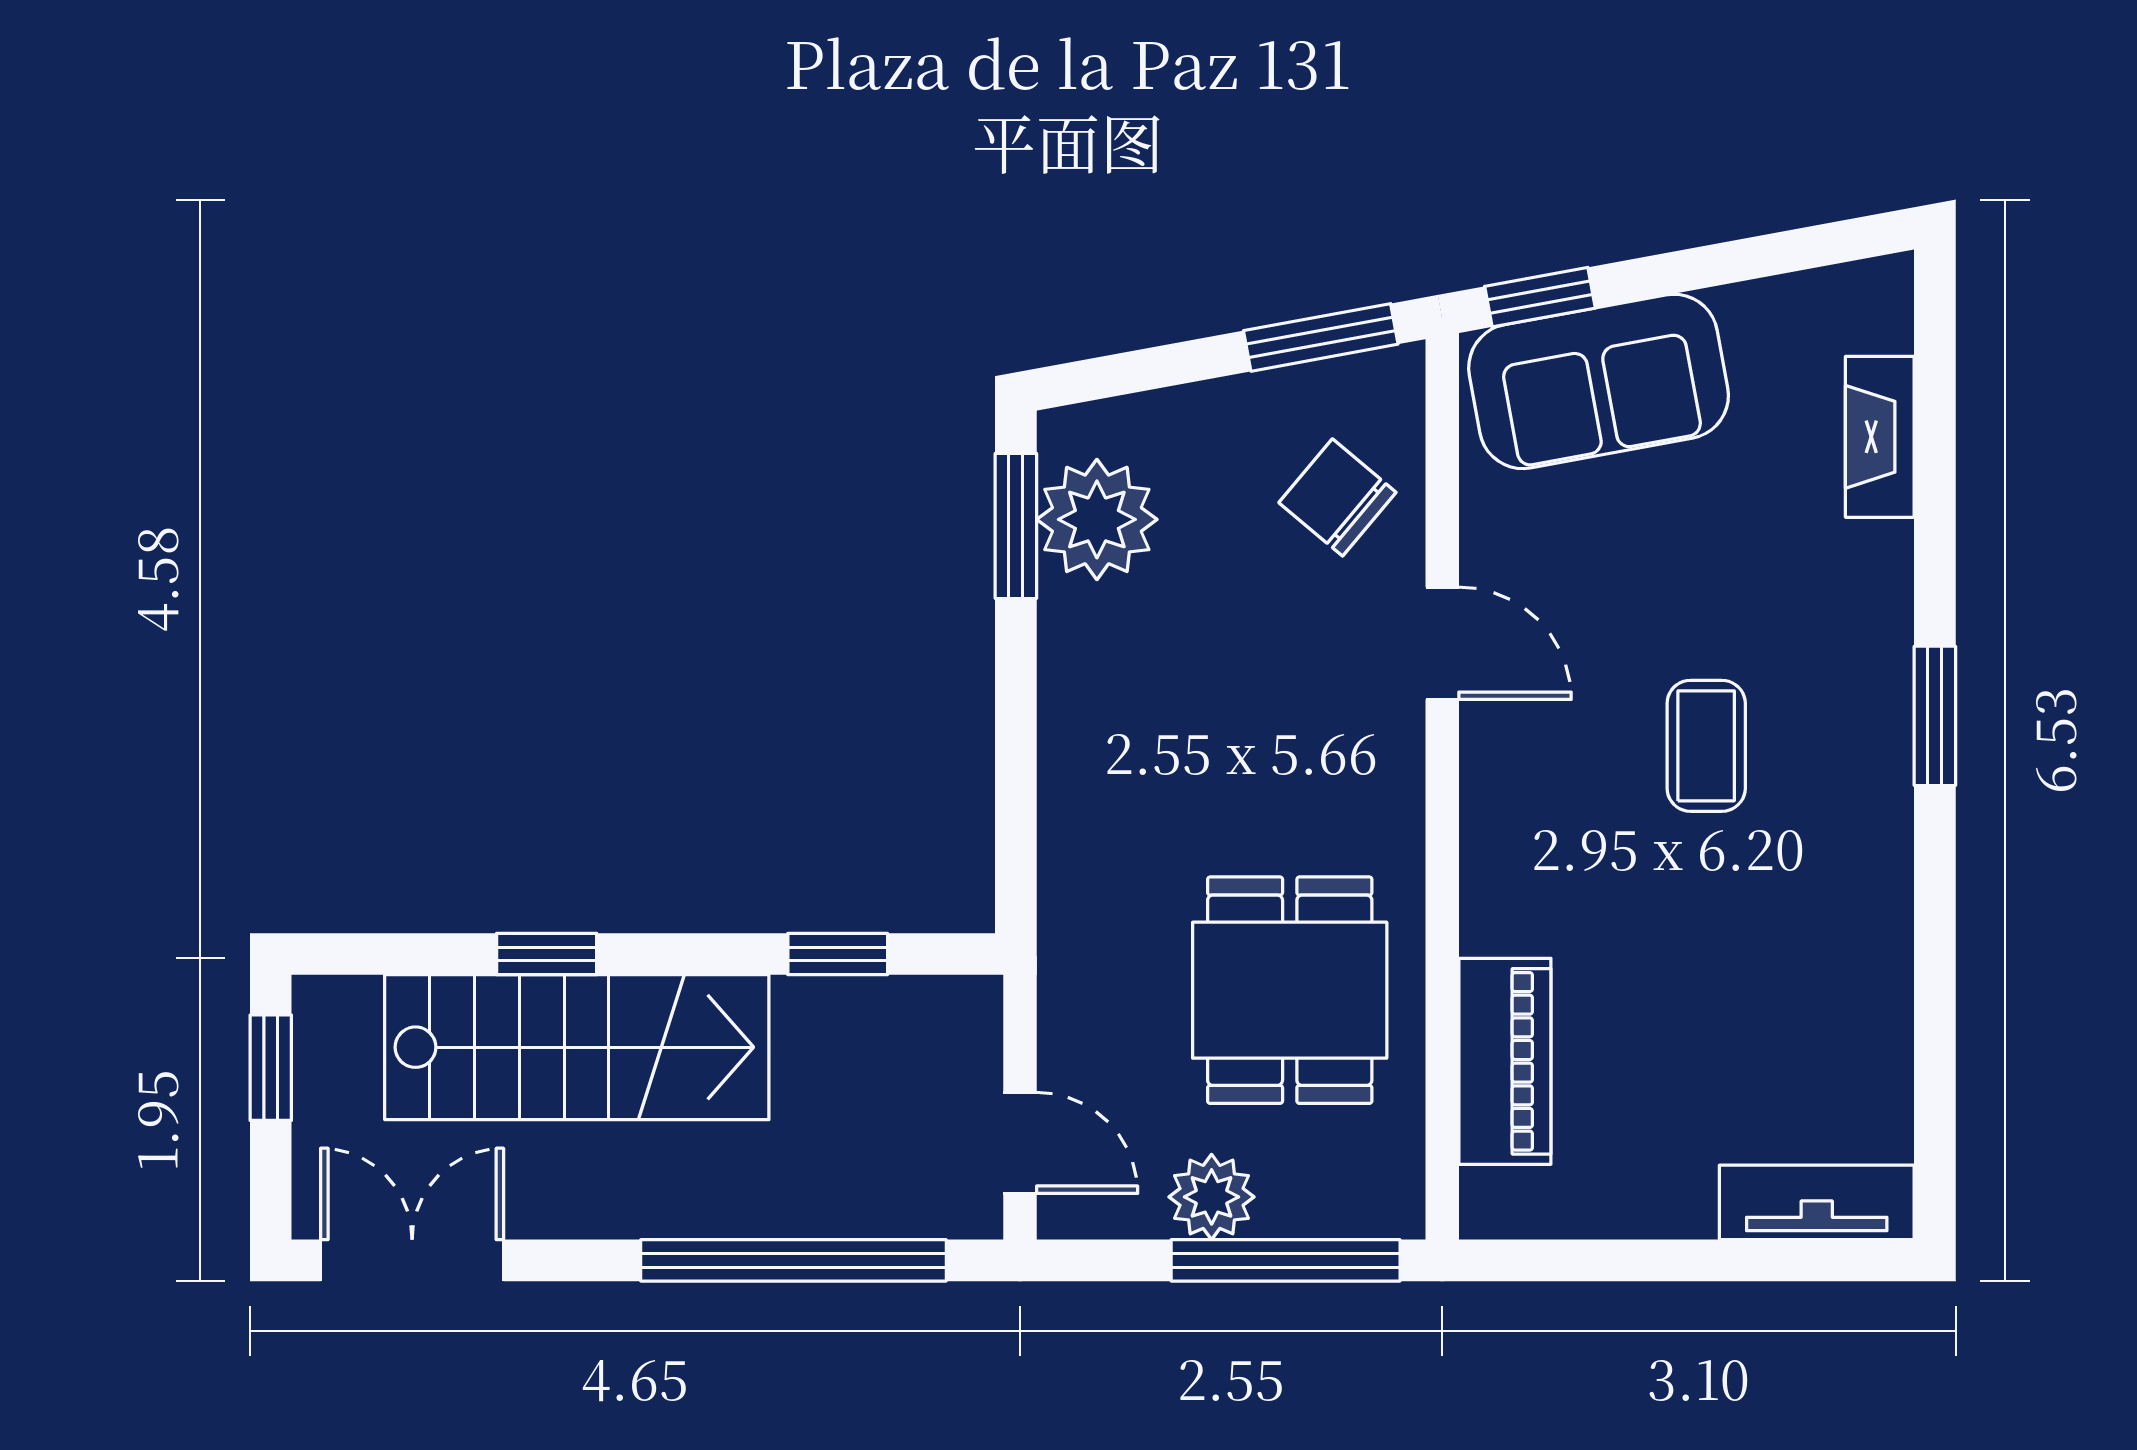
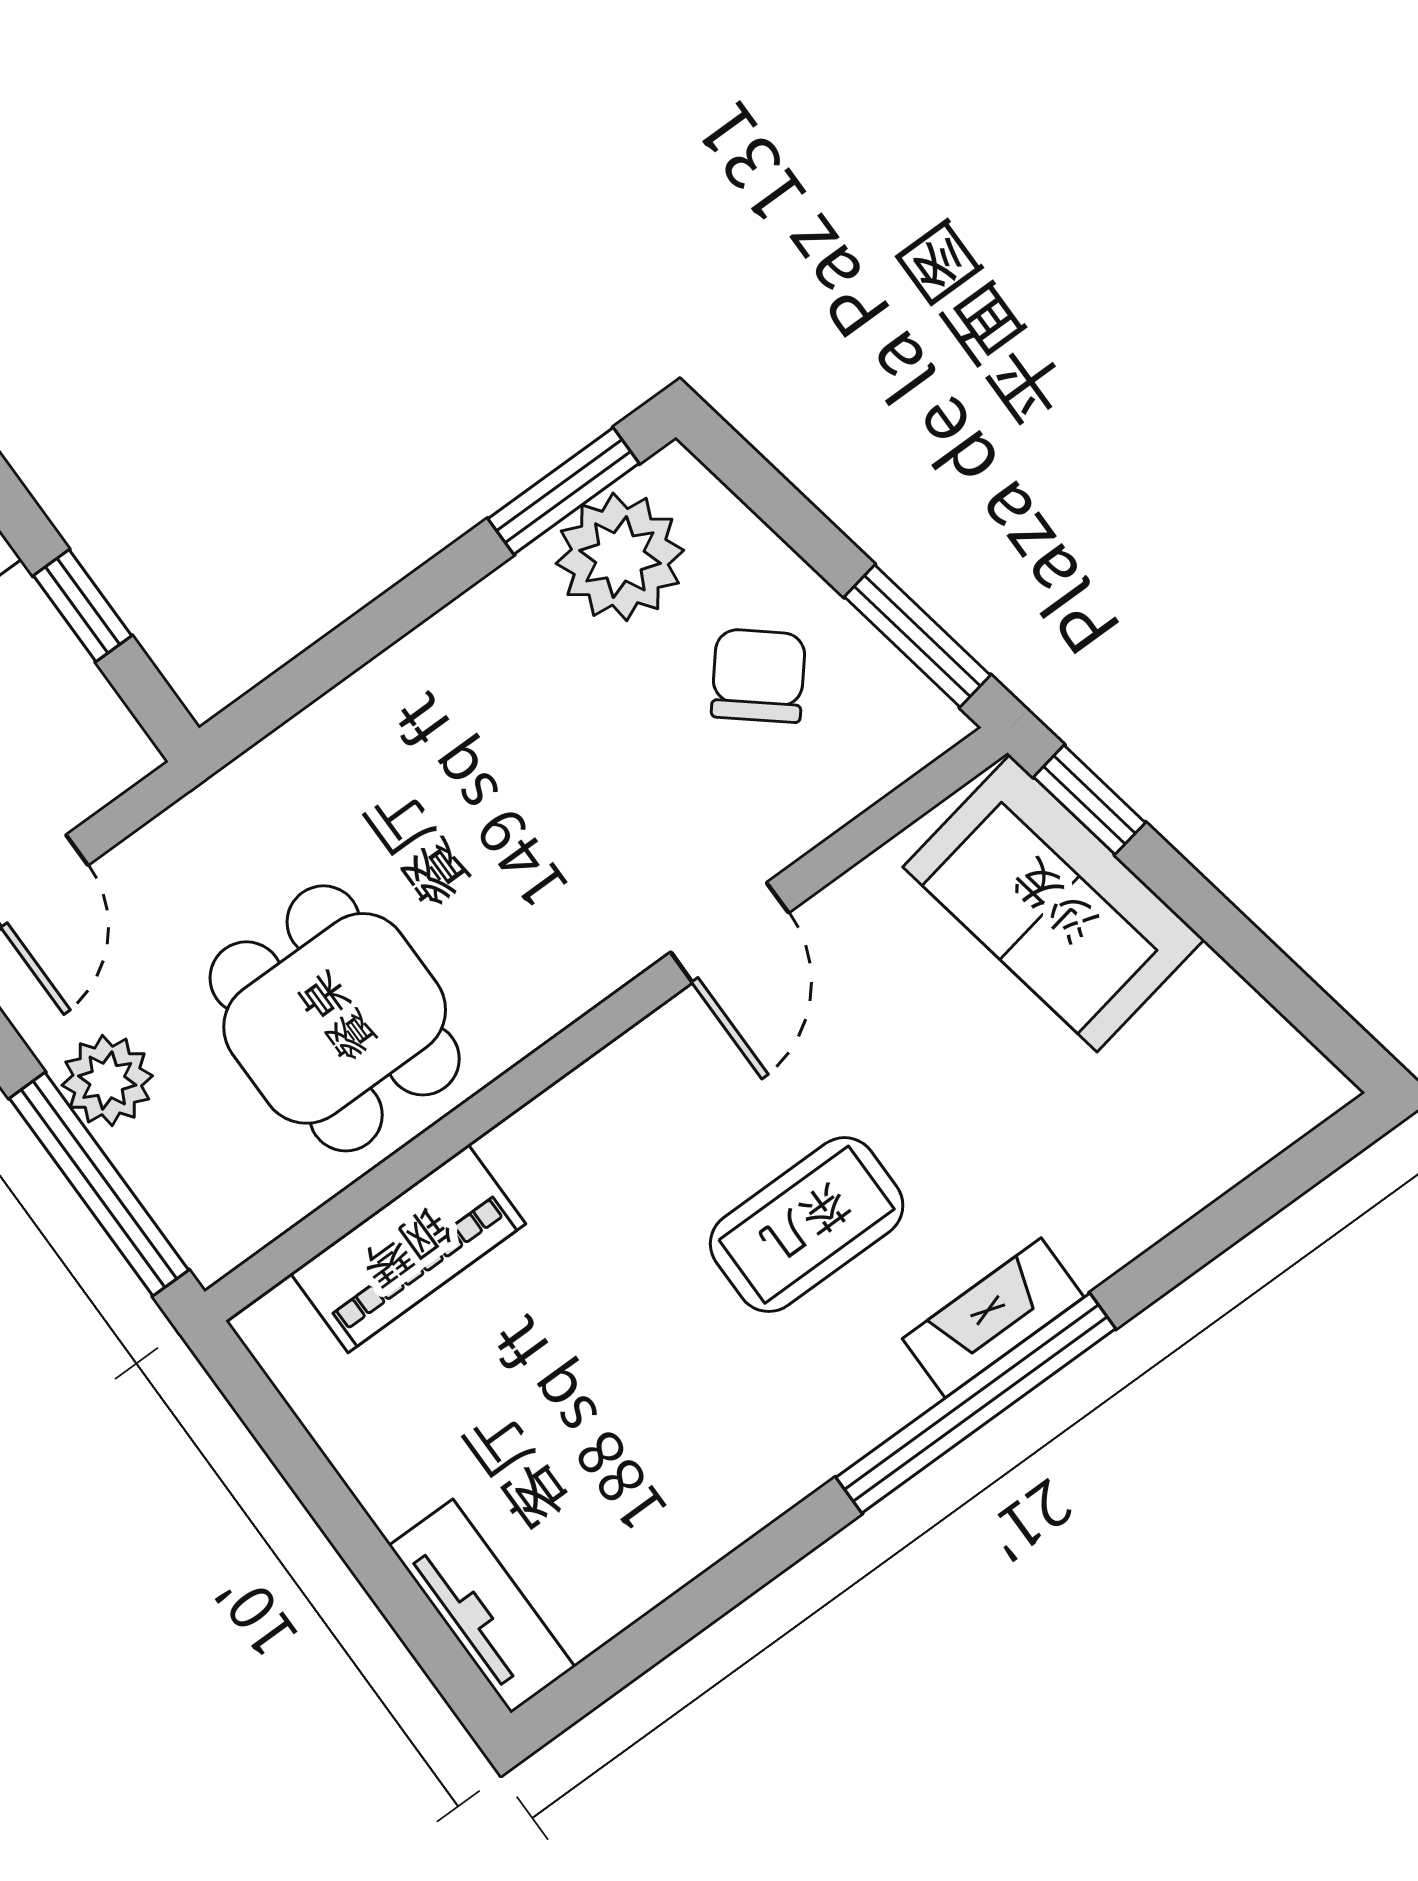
fireplace: (1880, 437) -> (993, 1318), moved
chair: (1337, 497) -> (758, 676), moved
window: (1935, 716) -> (976, 1403), width x2.11
coffee table: (1706, 746) -> (807, 1225), width x1.36, depth x1.30
dining table: (1290, 990) -> (335, 1018), turned 90

